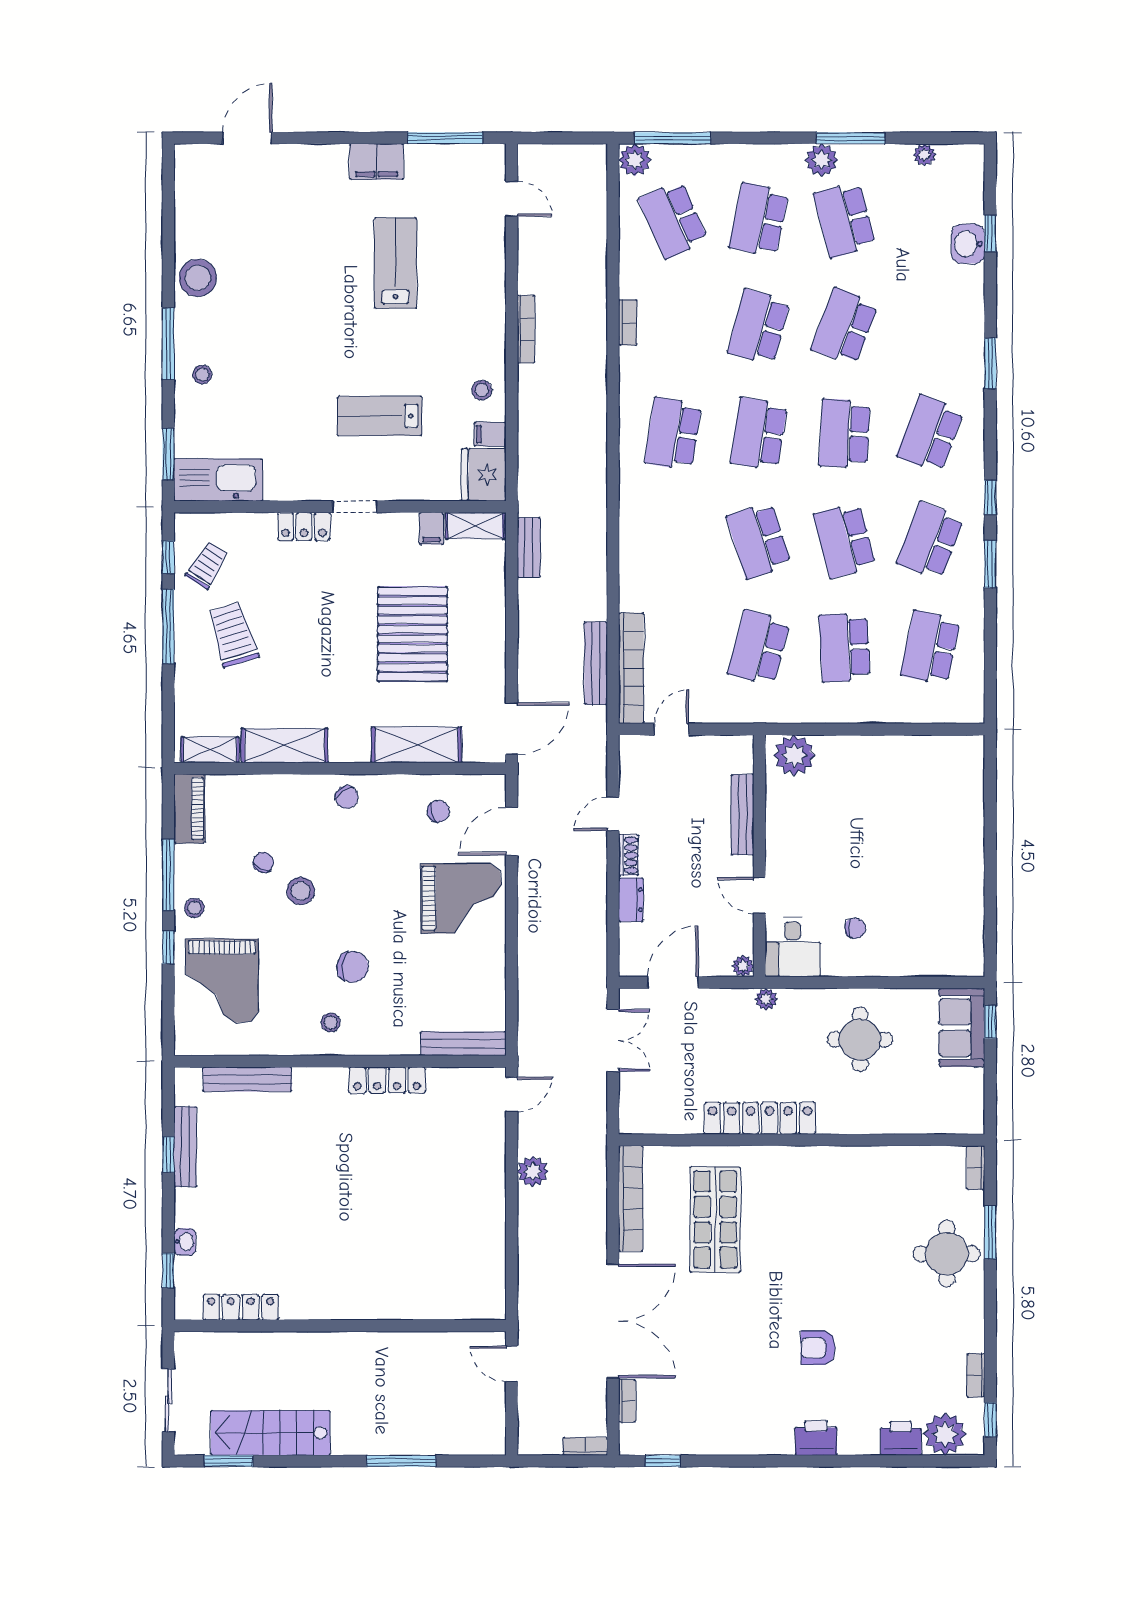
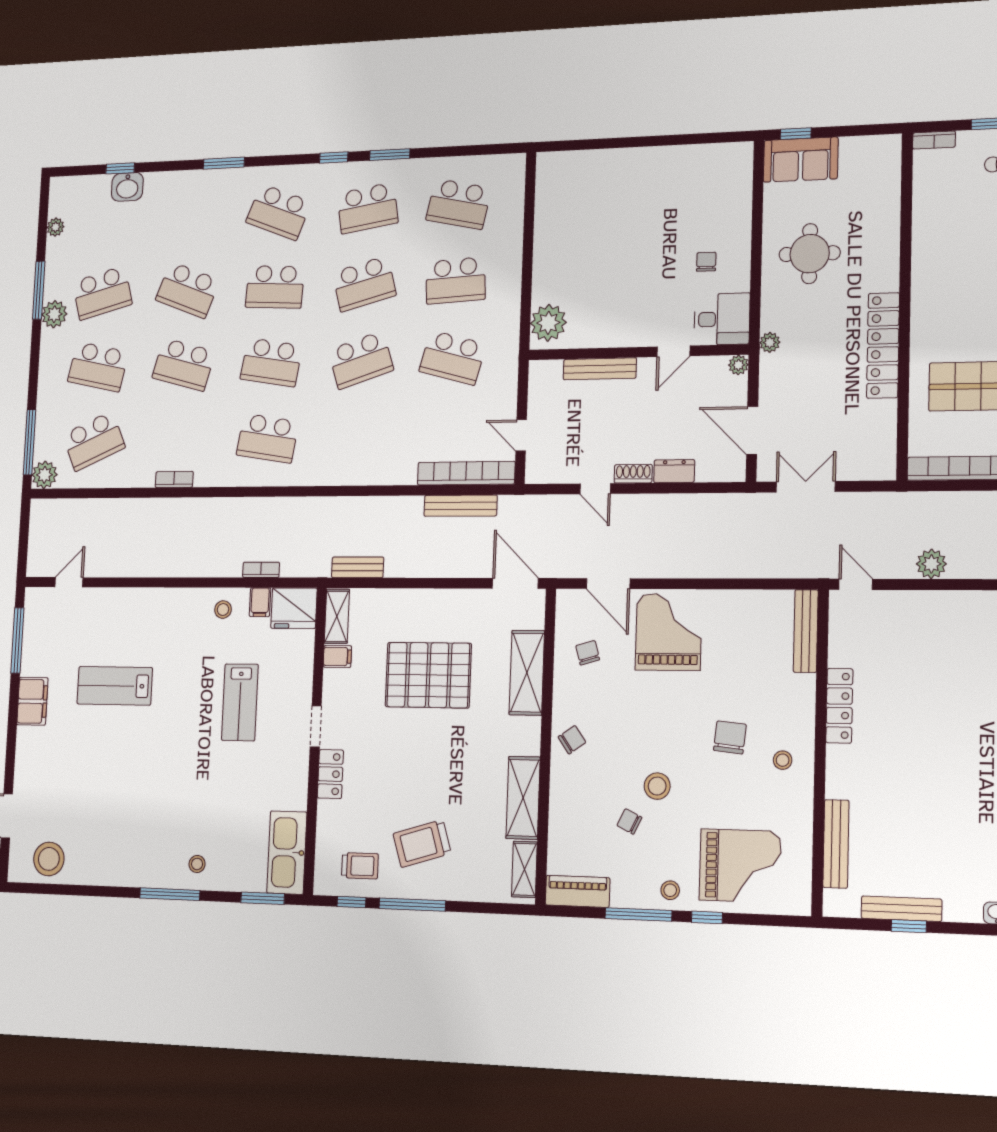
stool: (198, 278) -> (49, 859), moved
bookcase: (526, 329) -> (261, 570), moved, width x0.64
school desk: (930, 541) -> (368, 208), turned -30
trolley: (207, 565) -> (360, 866), turned 148

